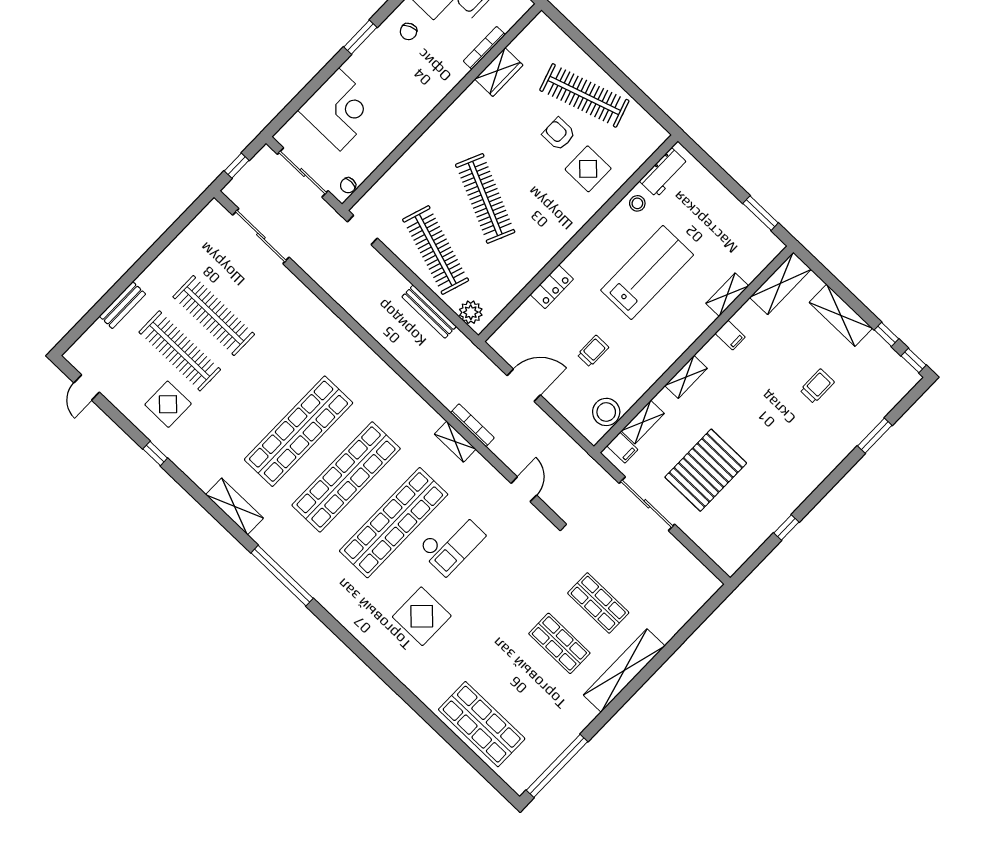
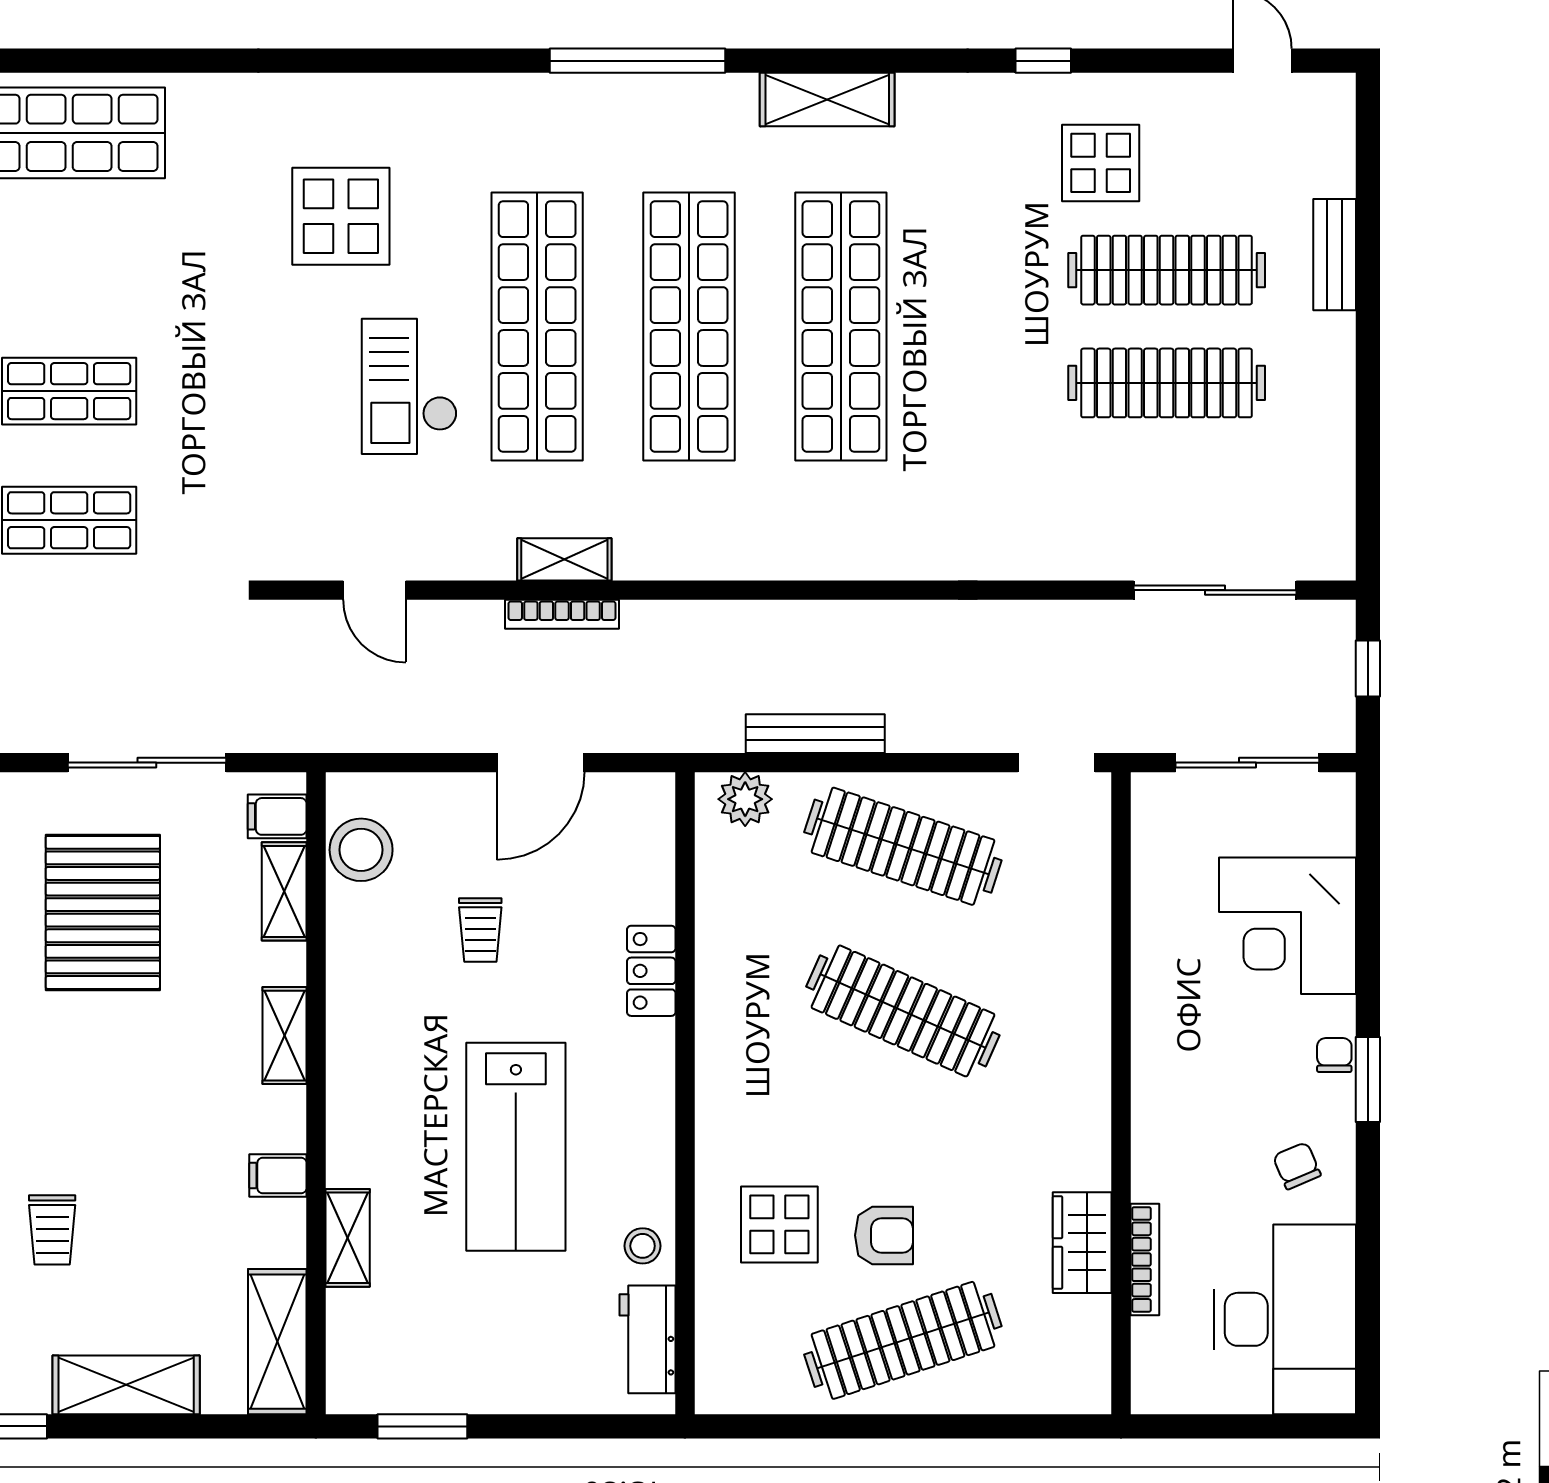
chair: (348, 185) -> (1334, 1055), moved

